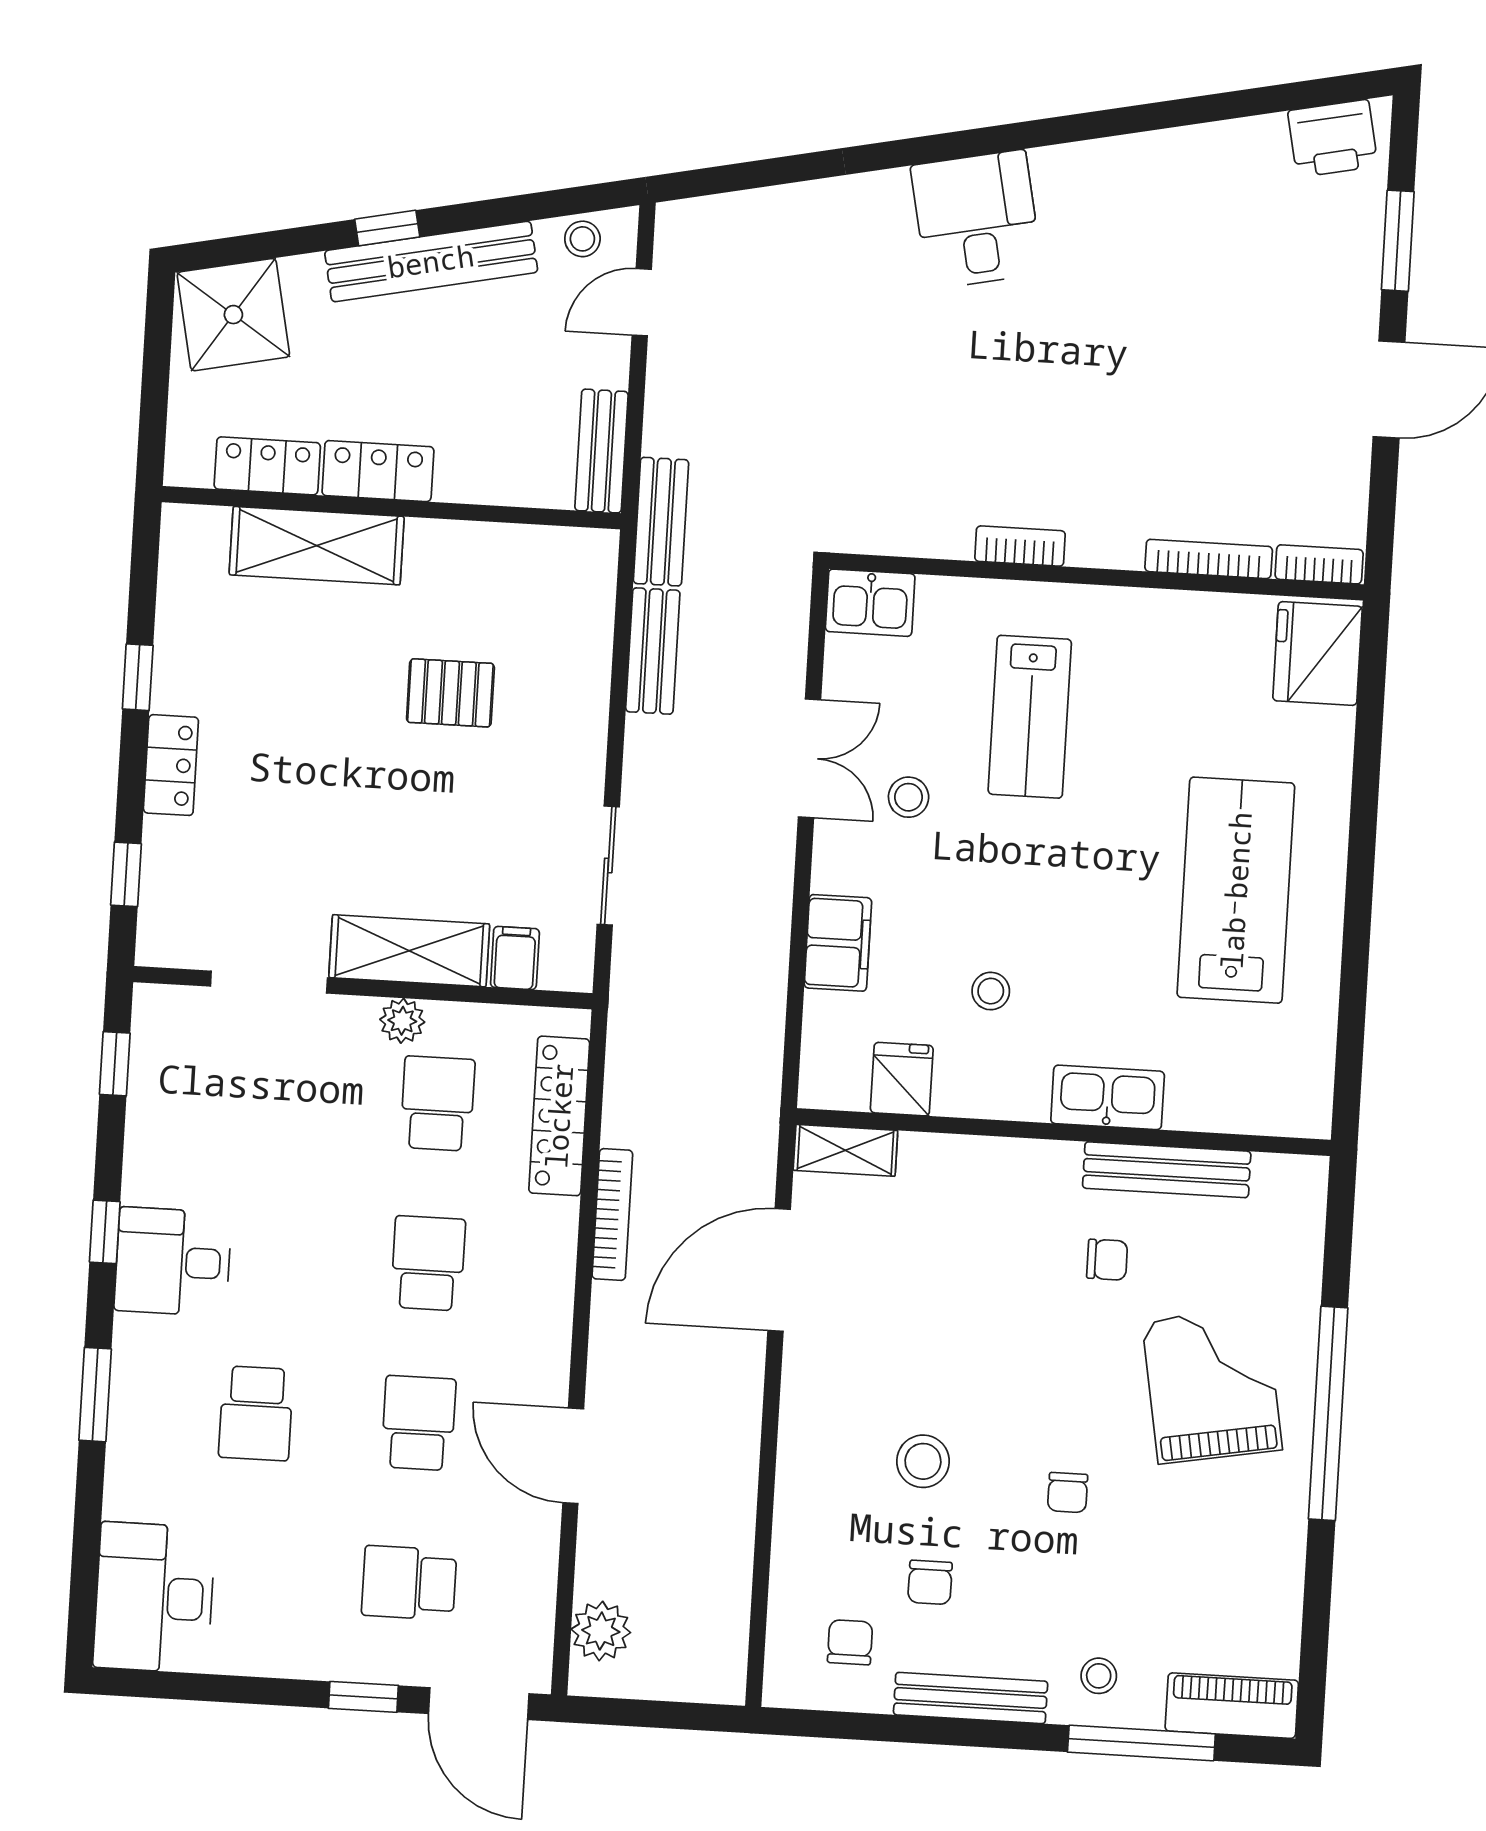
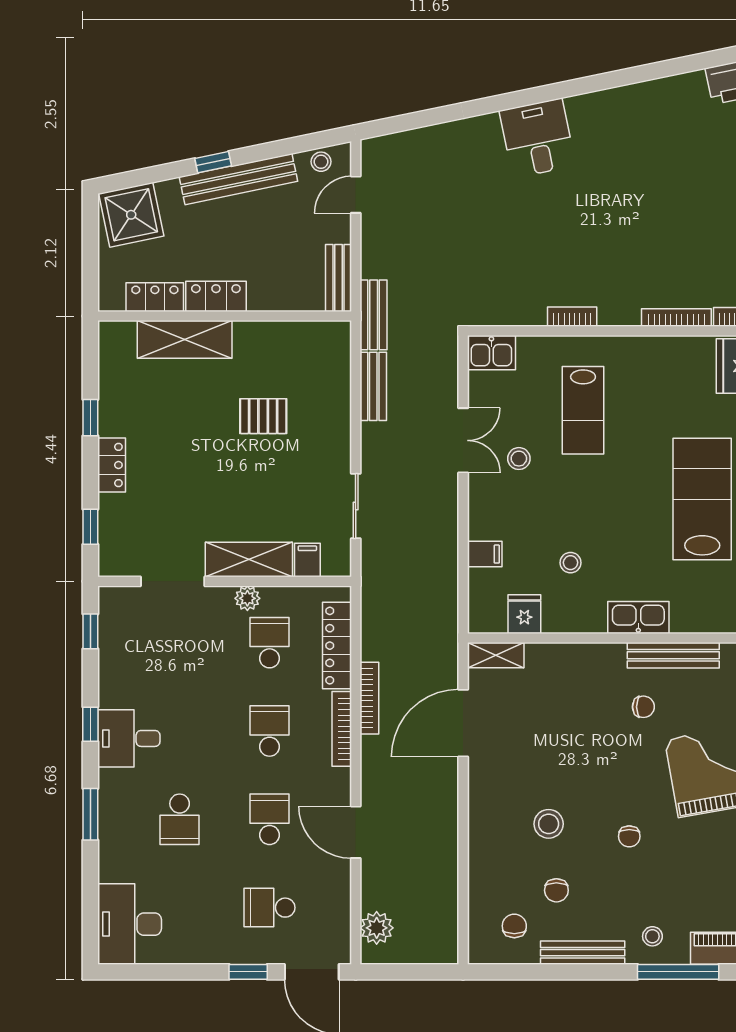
filing cabinet: (838, 943) -> (485, 554), width x0.50
bookcase: (559, 1267) -> (342, 729), added

